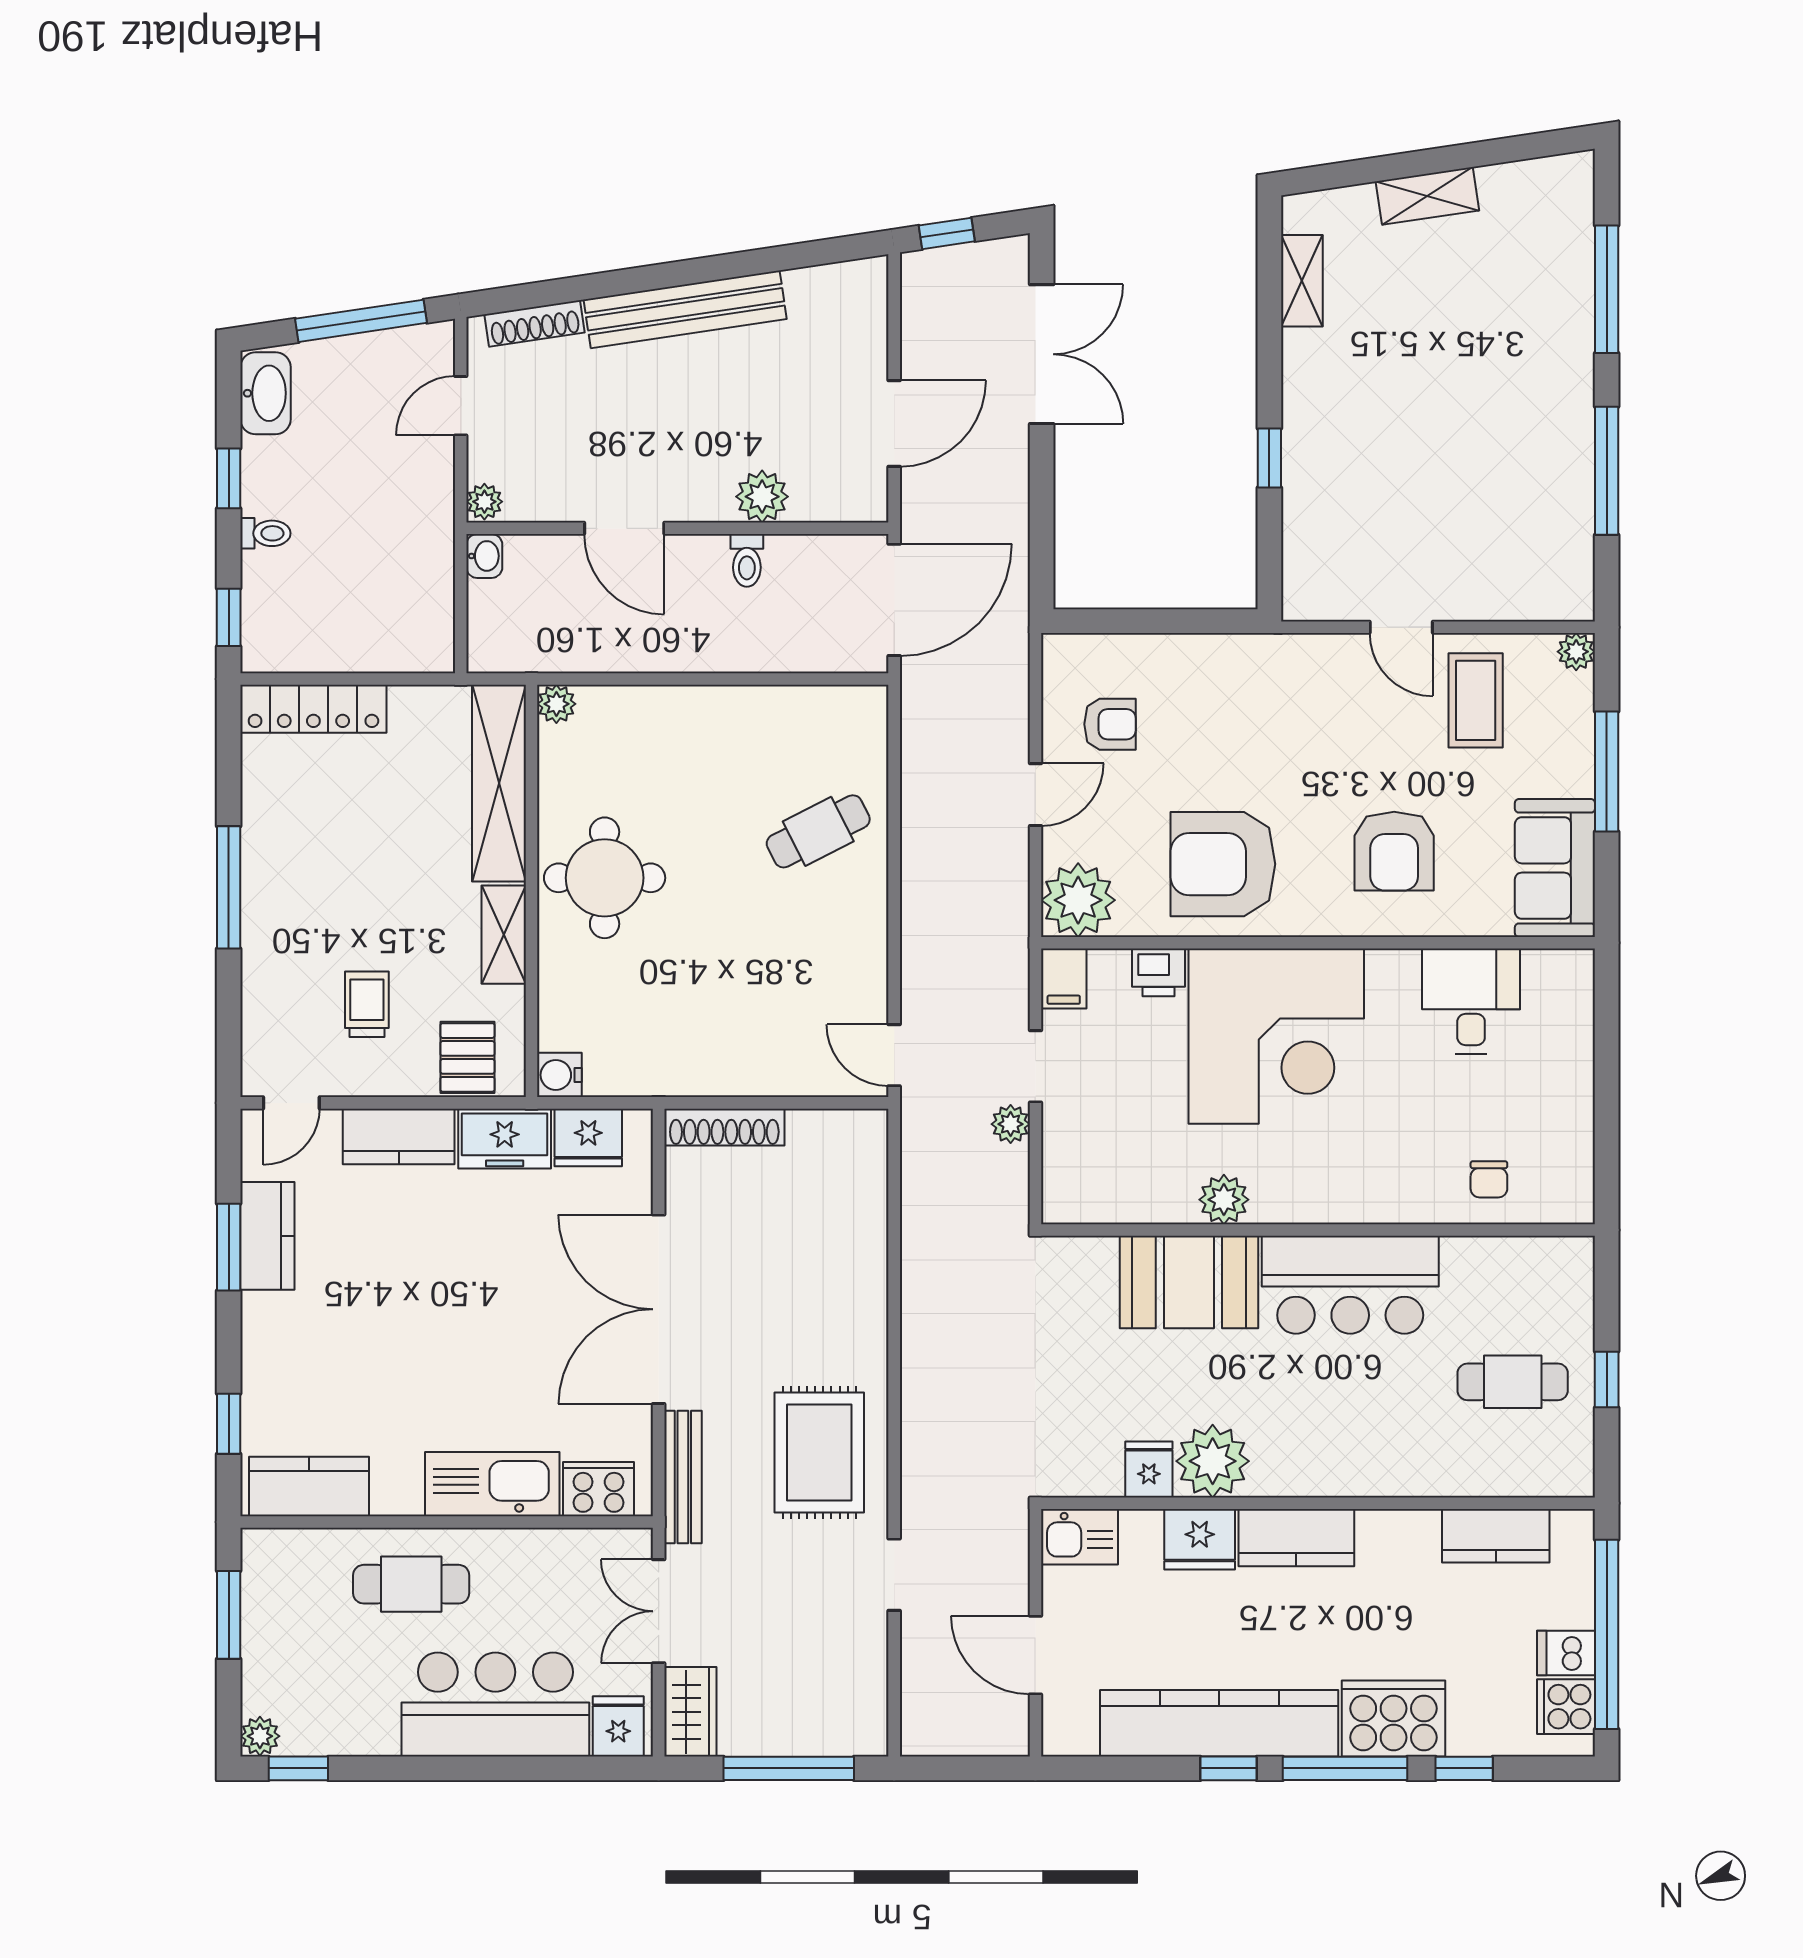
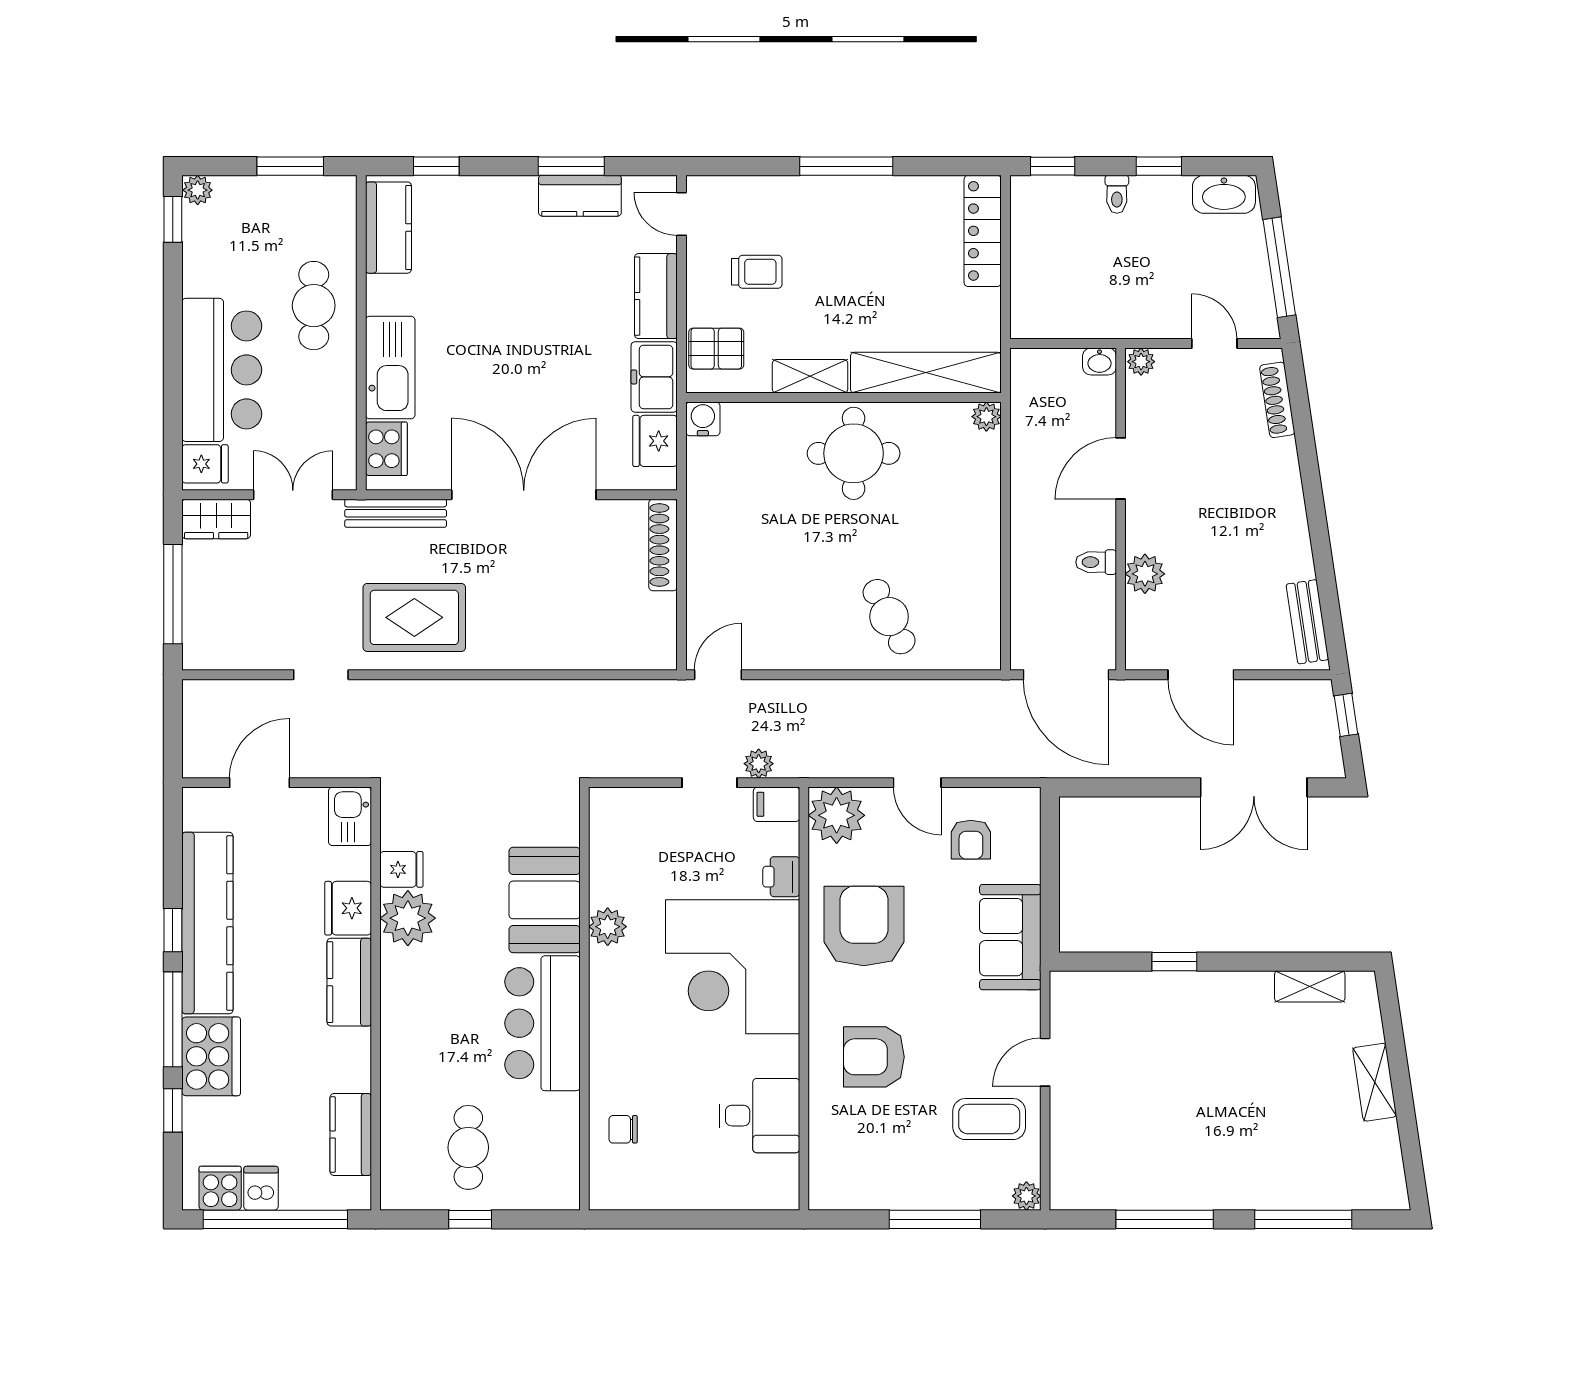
bench: (685, 309) -> (1307, 622), moved, width x0.54, depth x0.82
sofa: (1555, 868) -> (1010, 937), moved, turned -90
plant: (1011, 1124) -> (759, 764), moved

